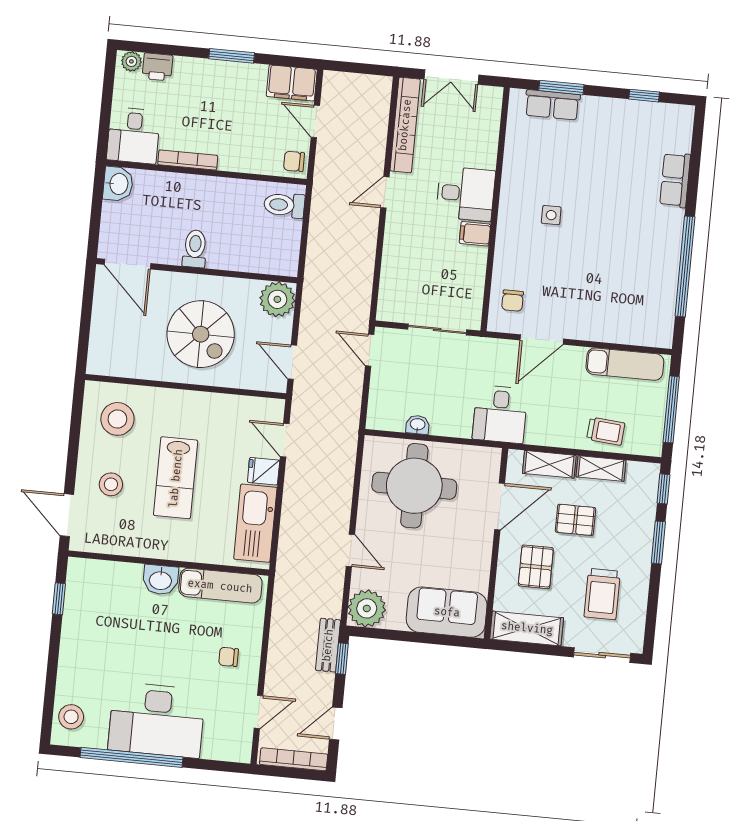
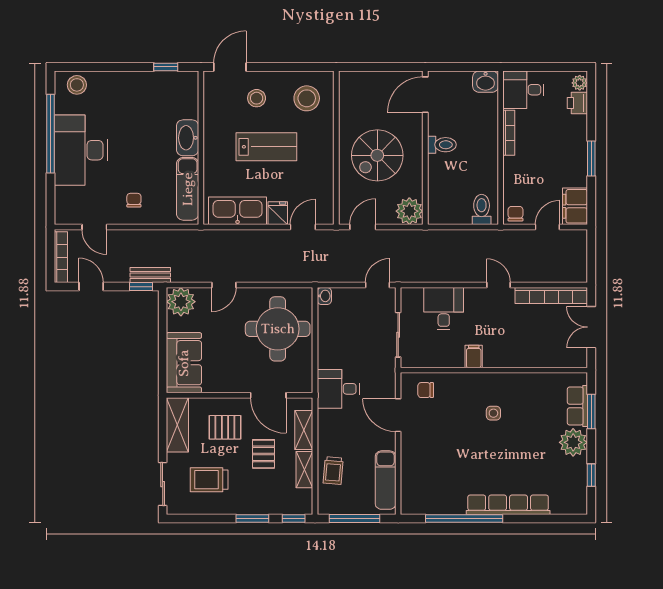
plant: (599, 115) -> (573, 442), added
row of seats: (675, 180) -> (508, 505), width x2.02
desk: (466, 194) -> (444, 309), moved, turned 180
washbasin: (418, 425) -> (324, 296), moved
lab bench: (176, 478) -> (266, 147), turned 180
washbasin: (160, 580) -> (188, 138), width x1.38

